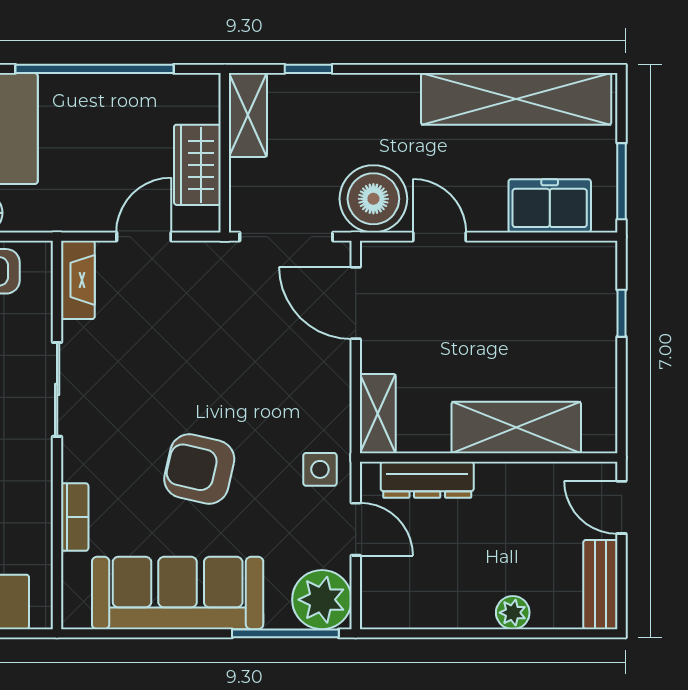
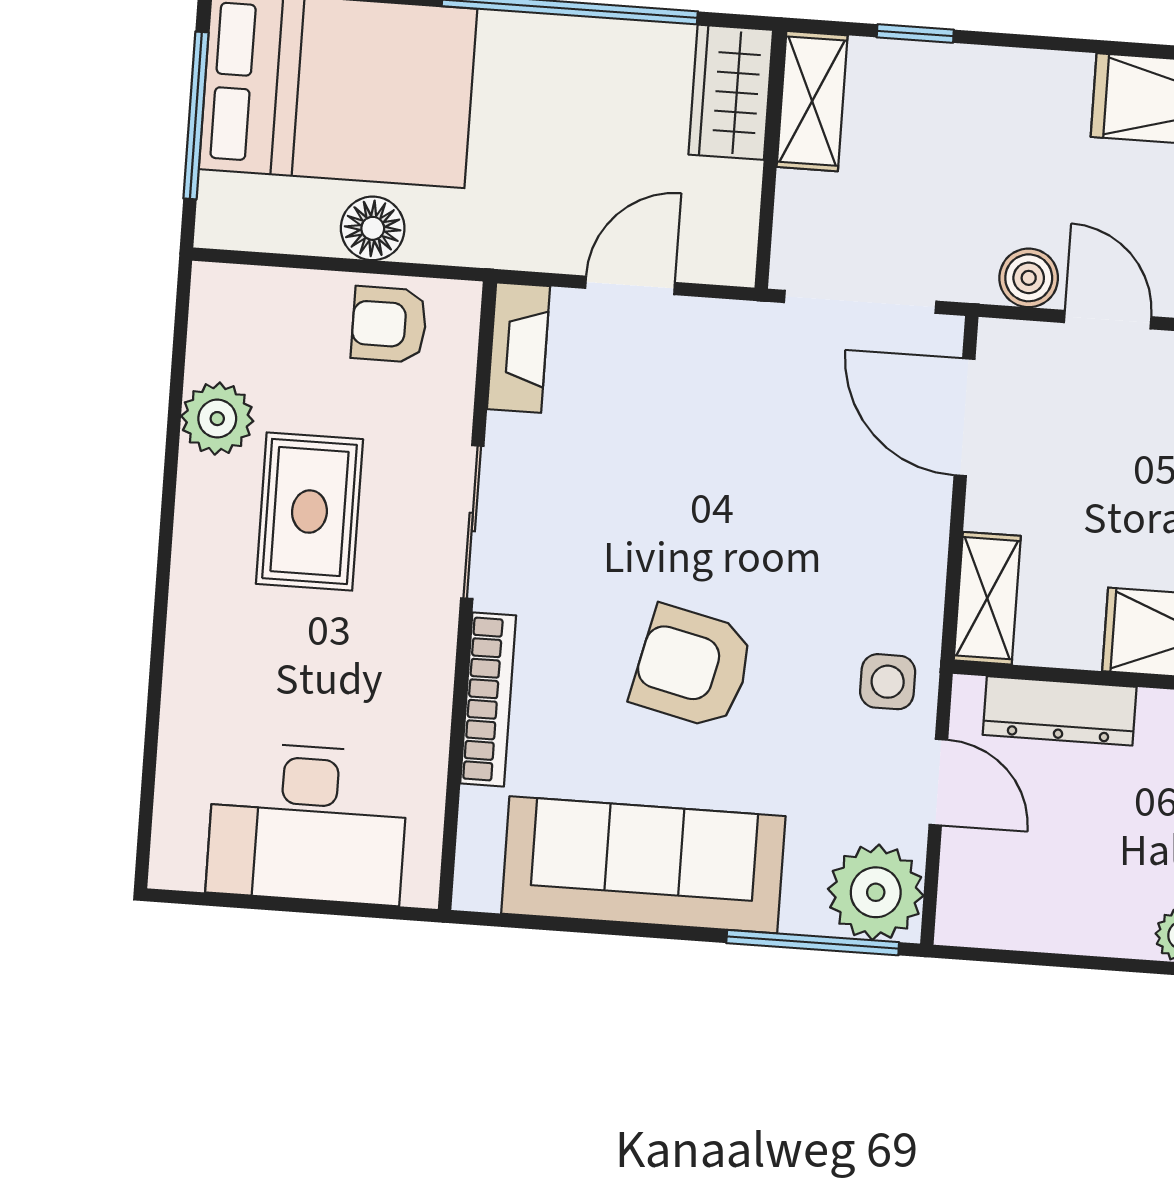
wardrobe: (197, 165) -> (731, 92), moved
boiler: (373, 199) -> (1029, 278), width x0.54, depth x0.54
bookcase: (75, 517) -> (488, 699), width x1.56

